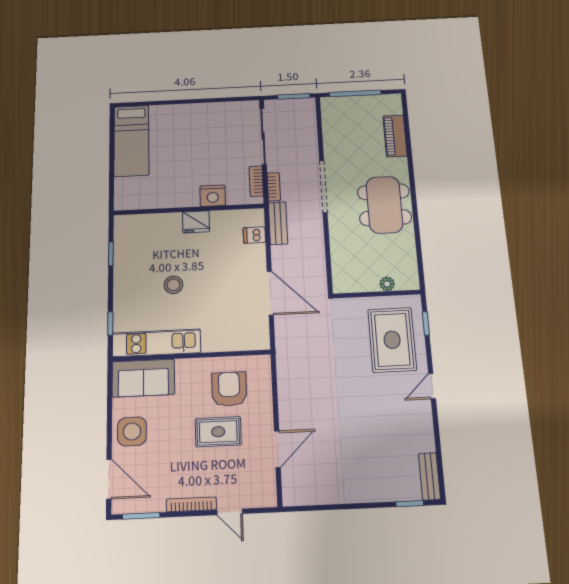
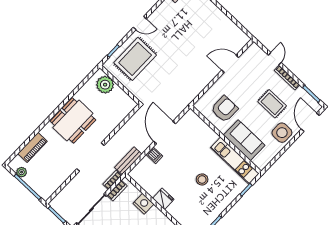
plant: (378, 101) -> (22, 172), added
dishwasher: (254, 235) -> (154, 155), moved
plant: (387, 284) -> (105, 85), width x1.88, depth x1.88
sofa: (143, 378) -> (244, 140), moved
armchair: (229, 389) -> (224, 109), turned 180
rug: (218, 432) -> (272, 104), moved

